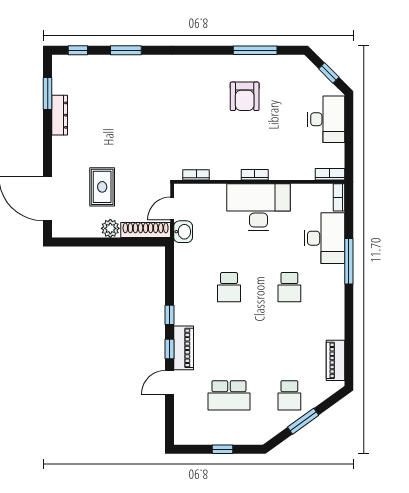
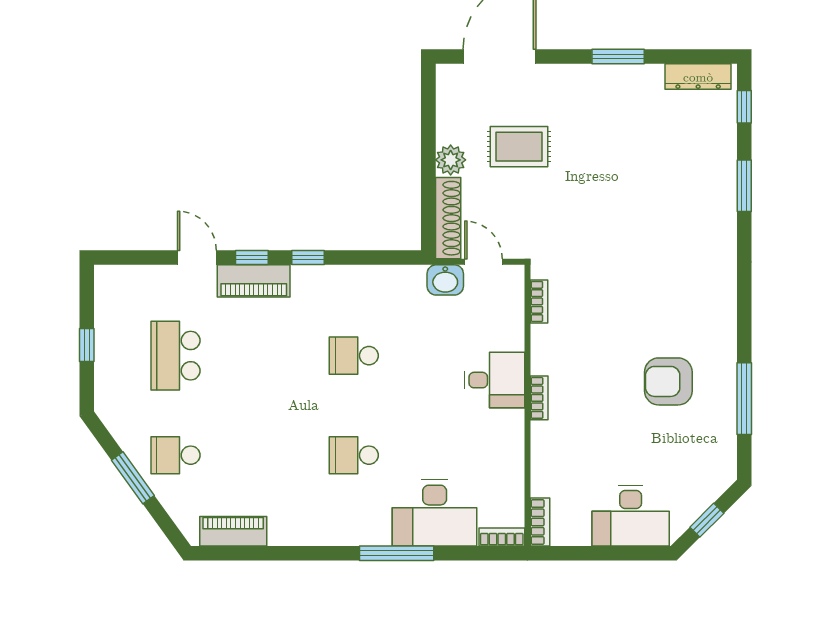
window: (48, 93) -> (618, 57), moved
dresser: (60, 115) -> (698, 77), moved
desk: (259, 207) -> (494, 380), width x0.53, depth x0.77

